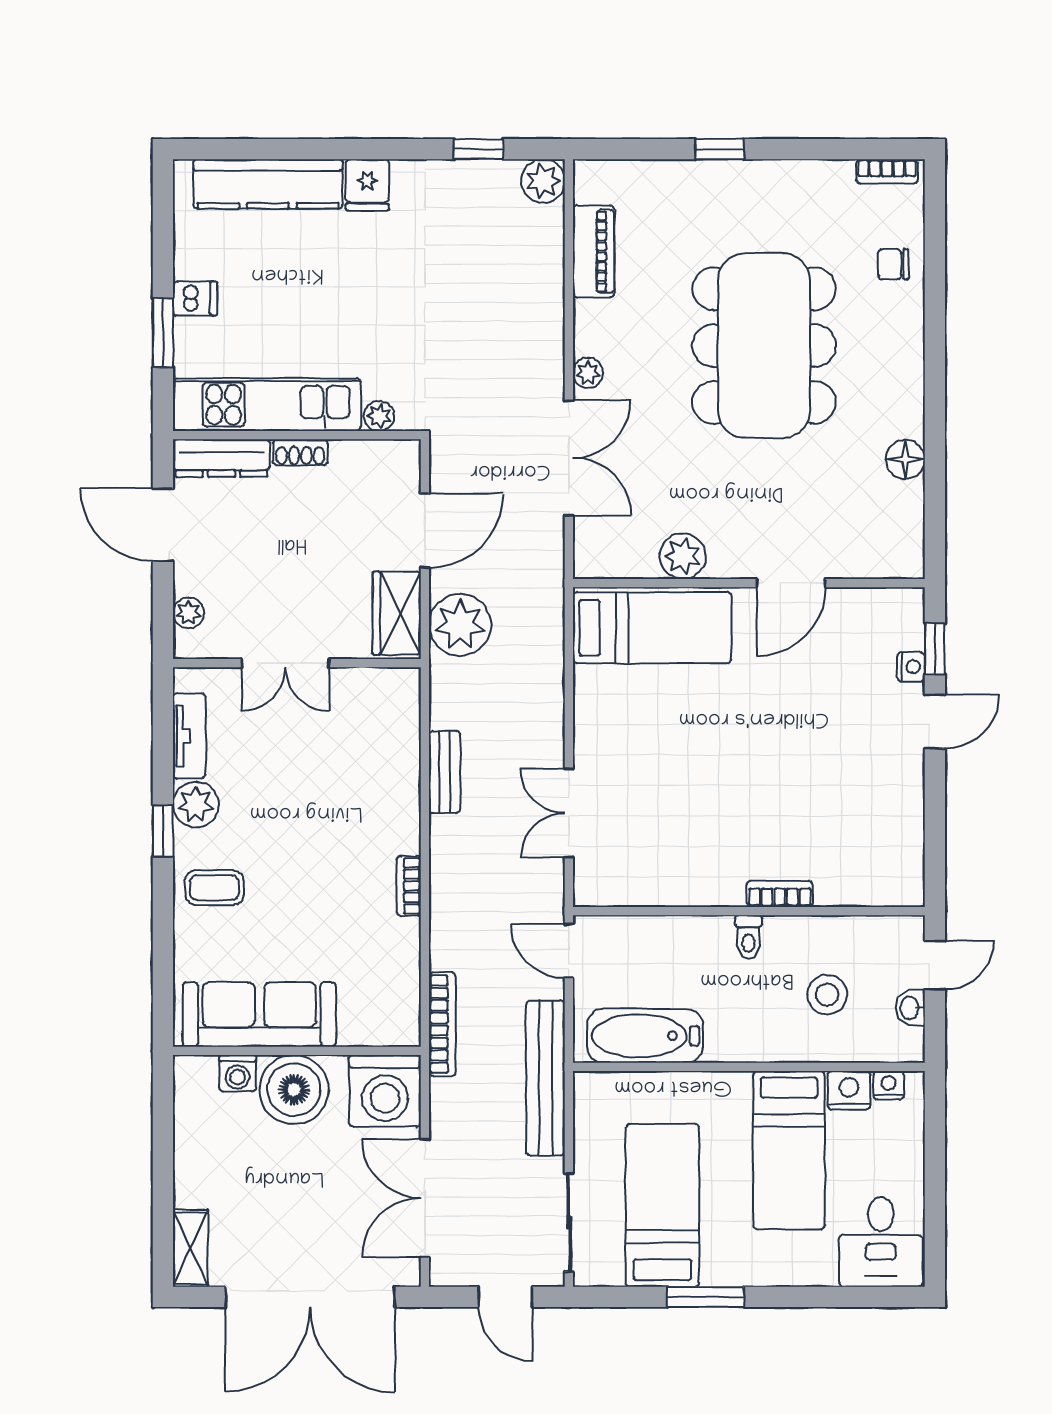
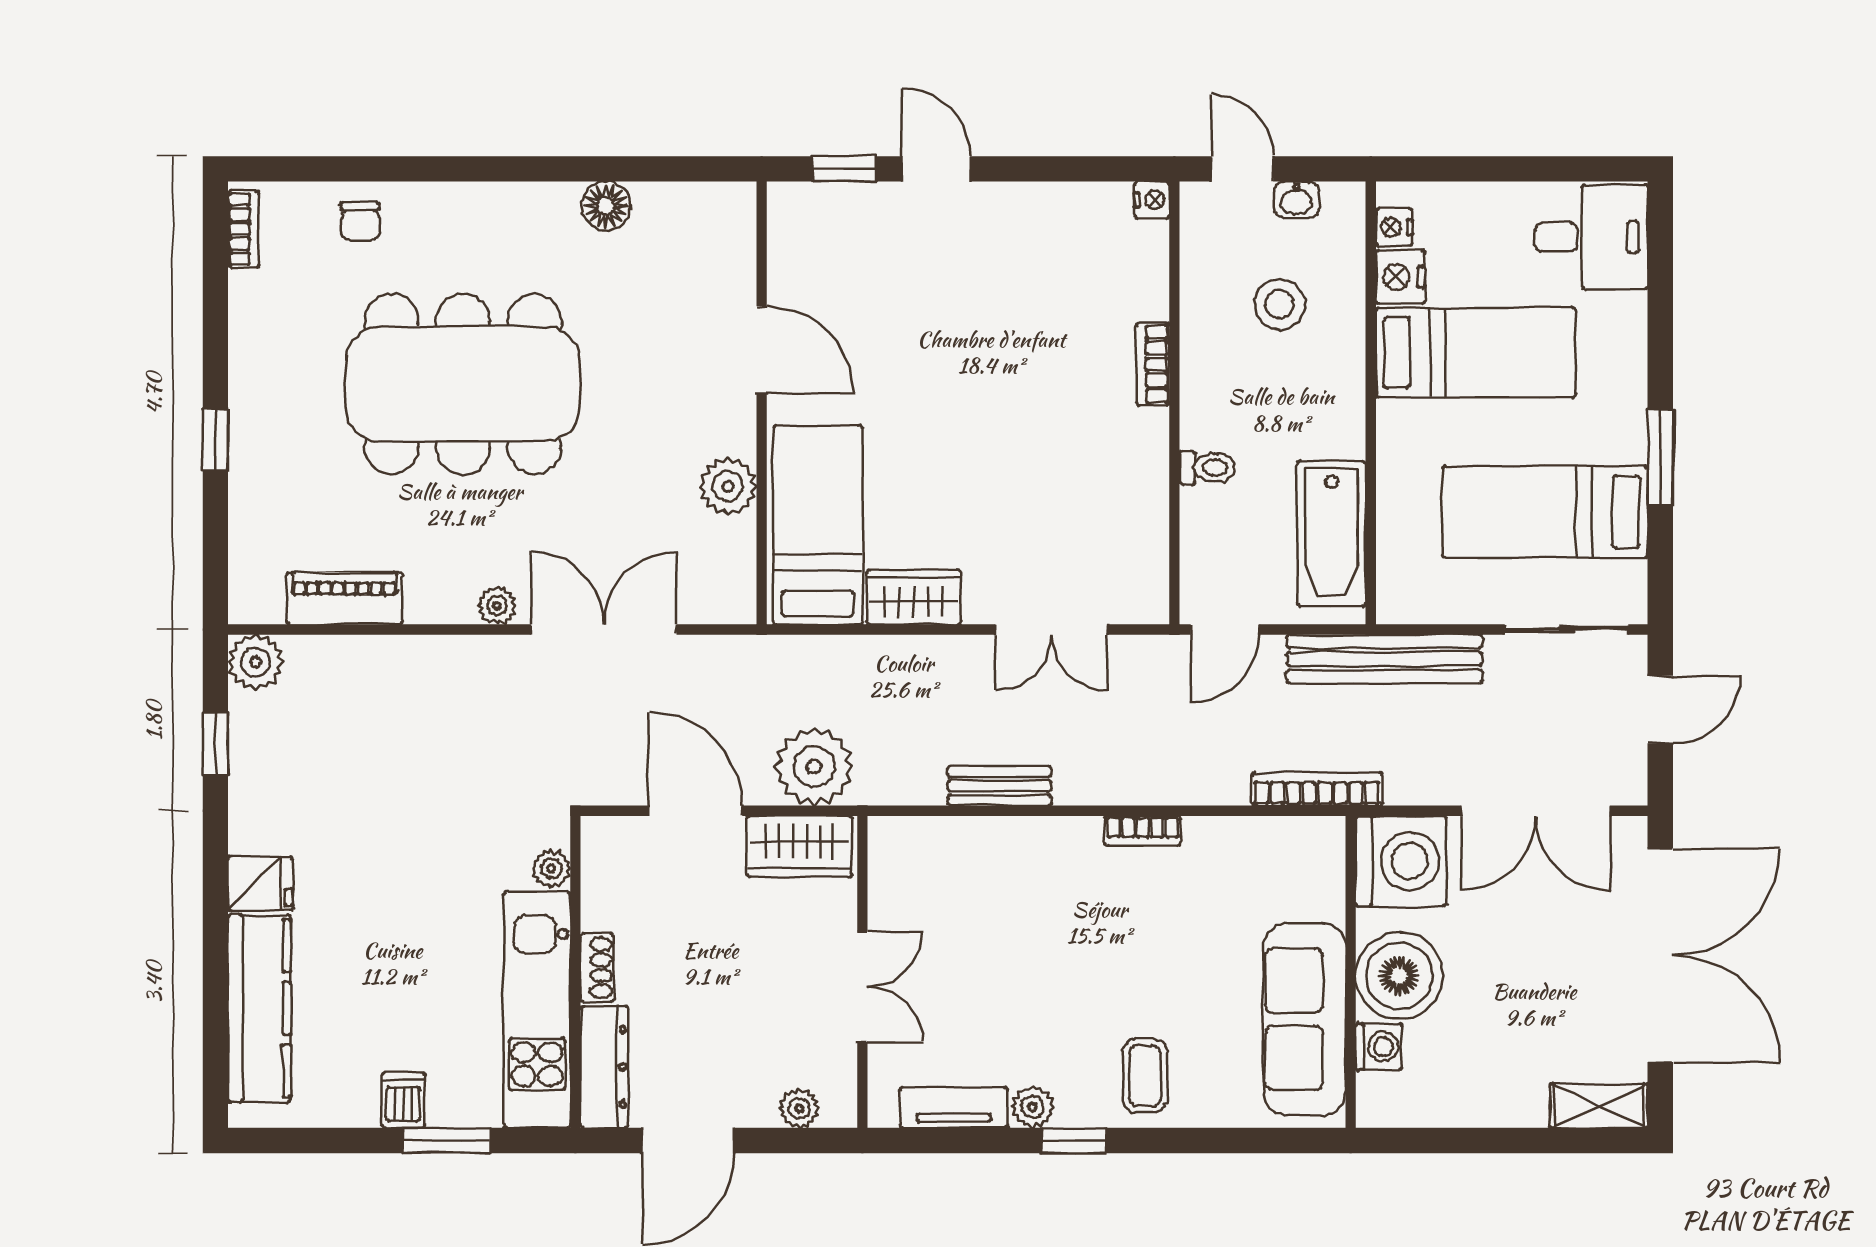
nightstand: (911, 667) -> (1152, 200), moved, turned 90
wardrobe: (595, 704) -> (914, 597), added
plant: (196, 805) -> (1033, 1107), width x0.73, depth x0.73
toilet: (748, 937) -> (1207, 468), moved

